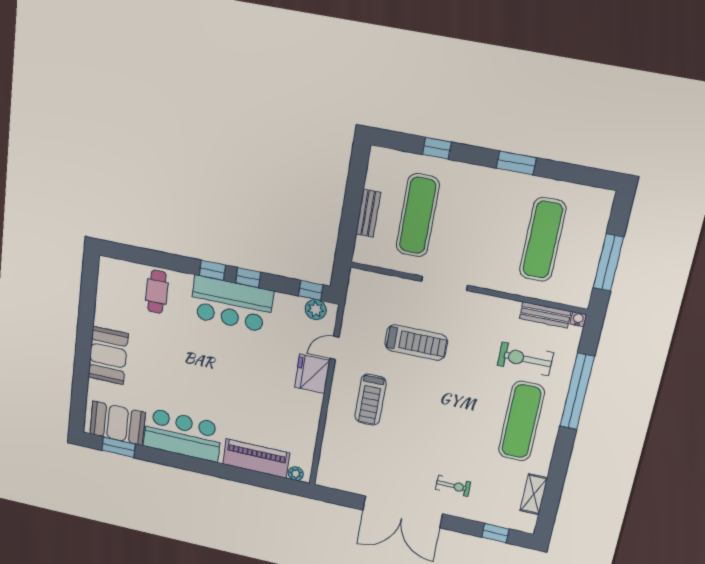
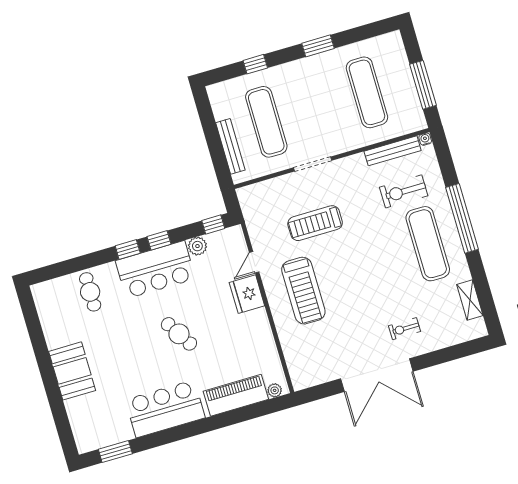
bench: (368, 213) -> (230, 146), width x1.36
plant: (316, 309) -> (197, 246), moved
bench: (545, 315) -> (393, 151), width x1.36
treadmill: (416, 343) -> (315, 223), turned 180
cafe table: (227, 376) -> (179, 334), added
window: (577, 391) -> (462, 218), moved
treadmill: (370, 400) -> (303, 291), width x1.37, depth x1.38
booth: (118, 423) -> (105, 429), removed
exercise bike: (453, 486) -> (405, 329), turned 180
window: (495, 533) -> (459, 351), removed

